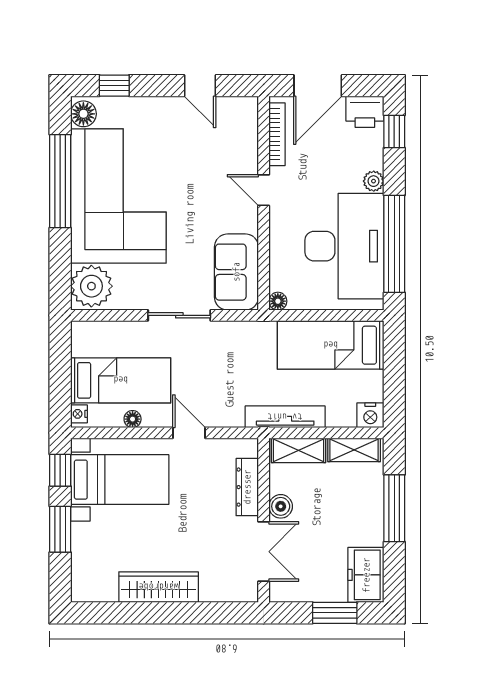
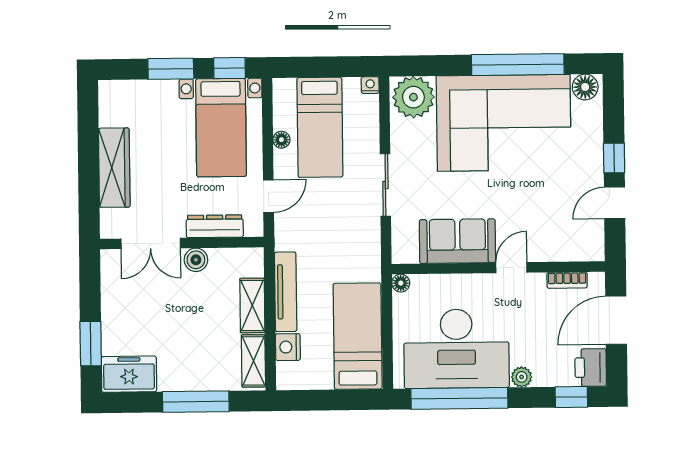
window: (114, 86) -> (614, 158), moved
door: (318, 86) -> (616, 320), hinge flipped
bookcase: (277, 134) -> (567, 280), width x0.64
sofa: (236, 272) -> (457, 241), moved
nightstand: (79, 414) -> (370, 85), moved
nightstand: (370, 415) -> (288, 347), moved
dresser: (247, 487) -> (215, 226), moved
boiler: (281, 506) -> (196, 260), moved
wall: (264, 520) -> (182, 243), moved
double door: (264, 552) -> (151, 243), moved

